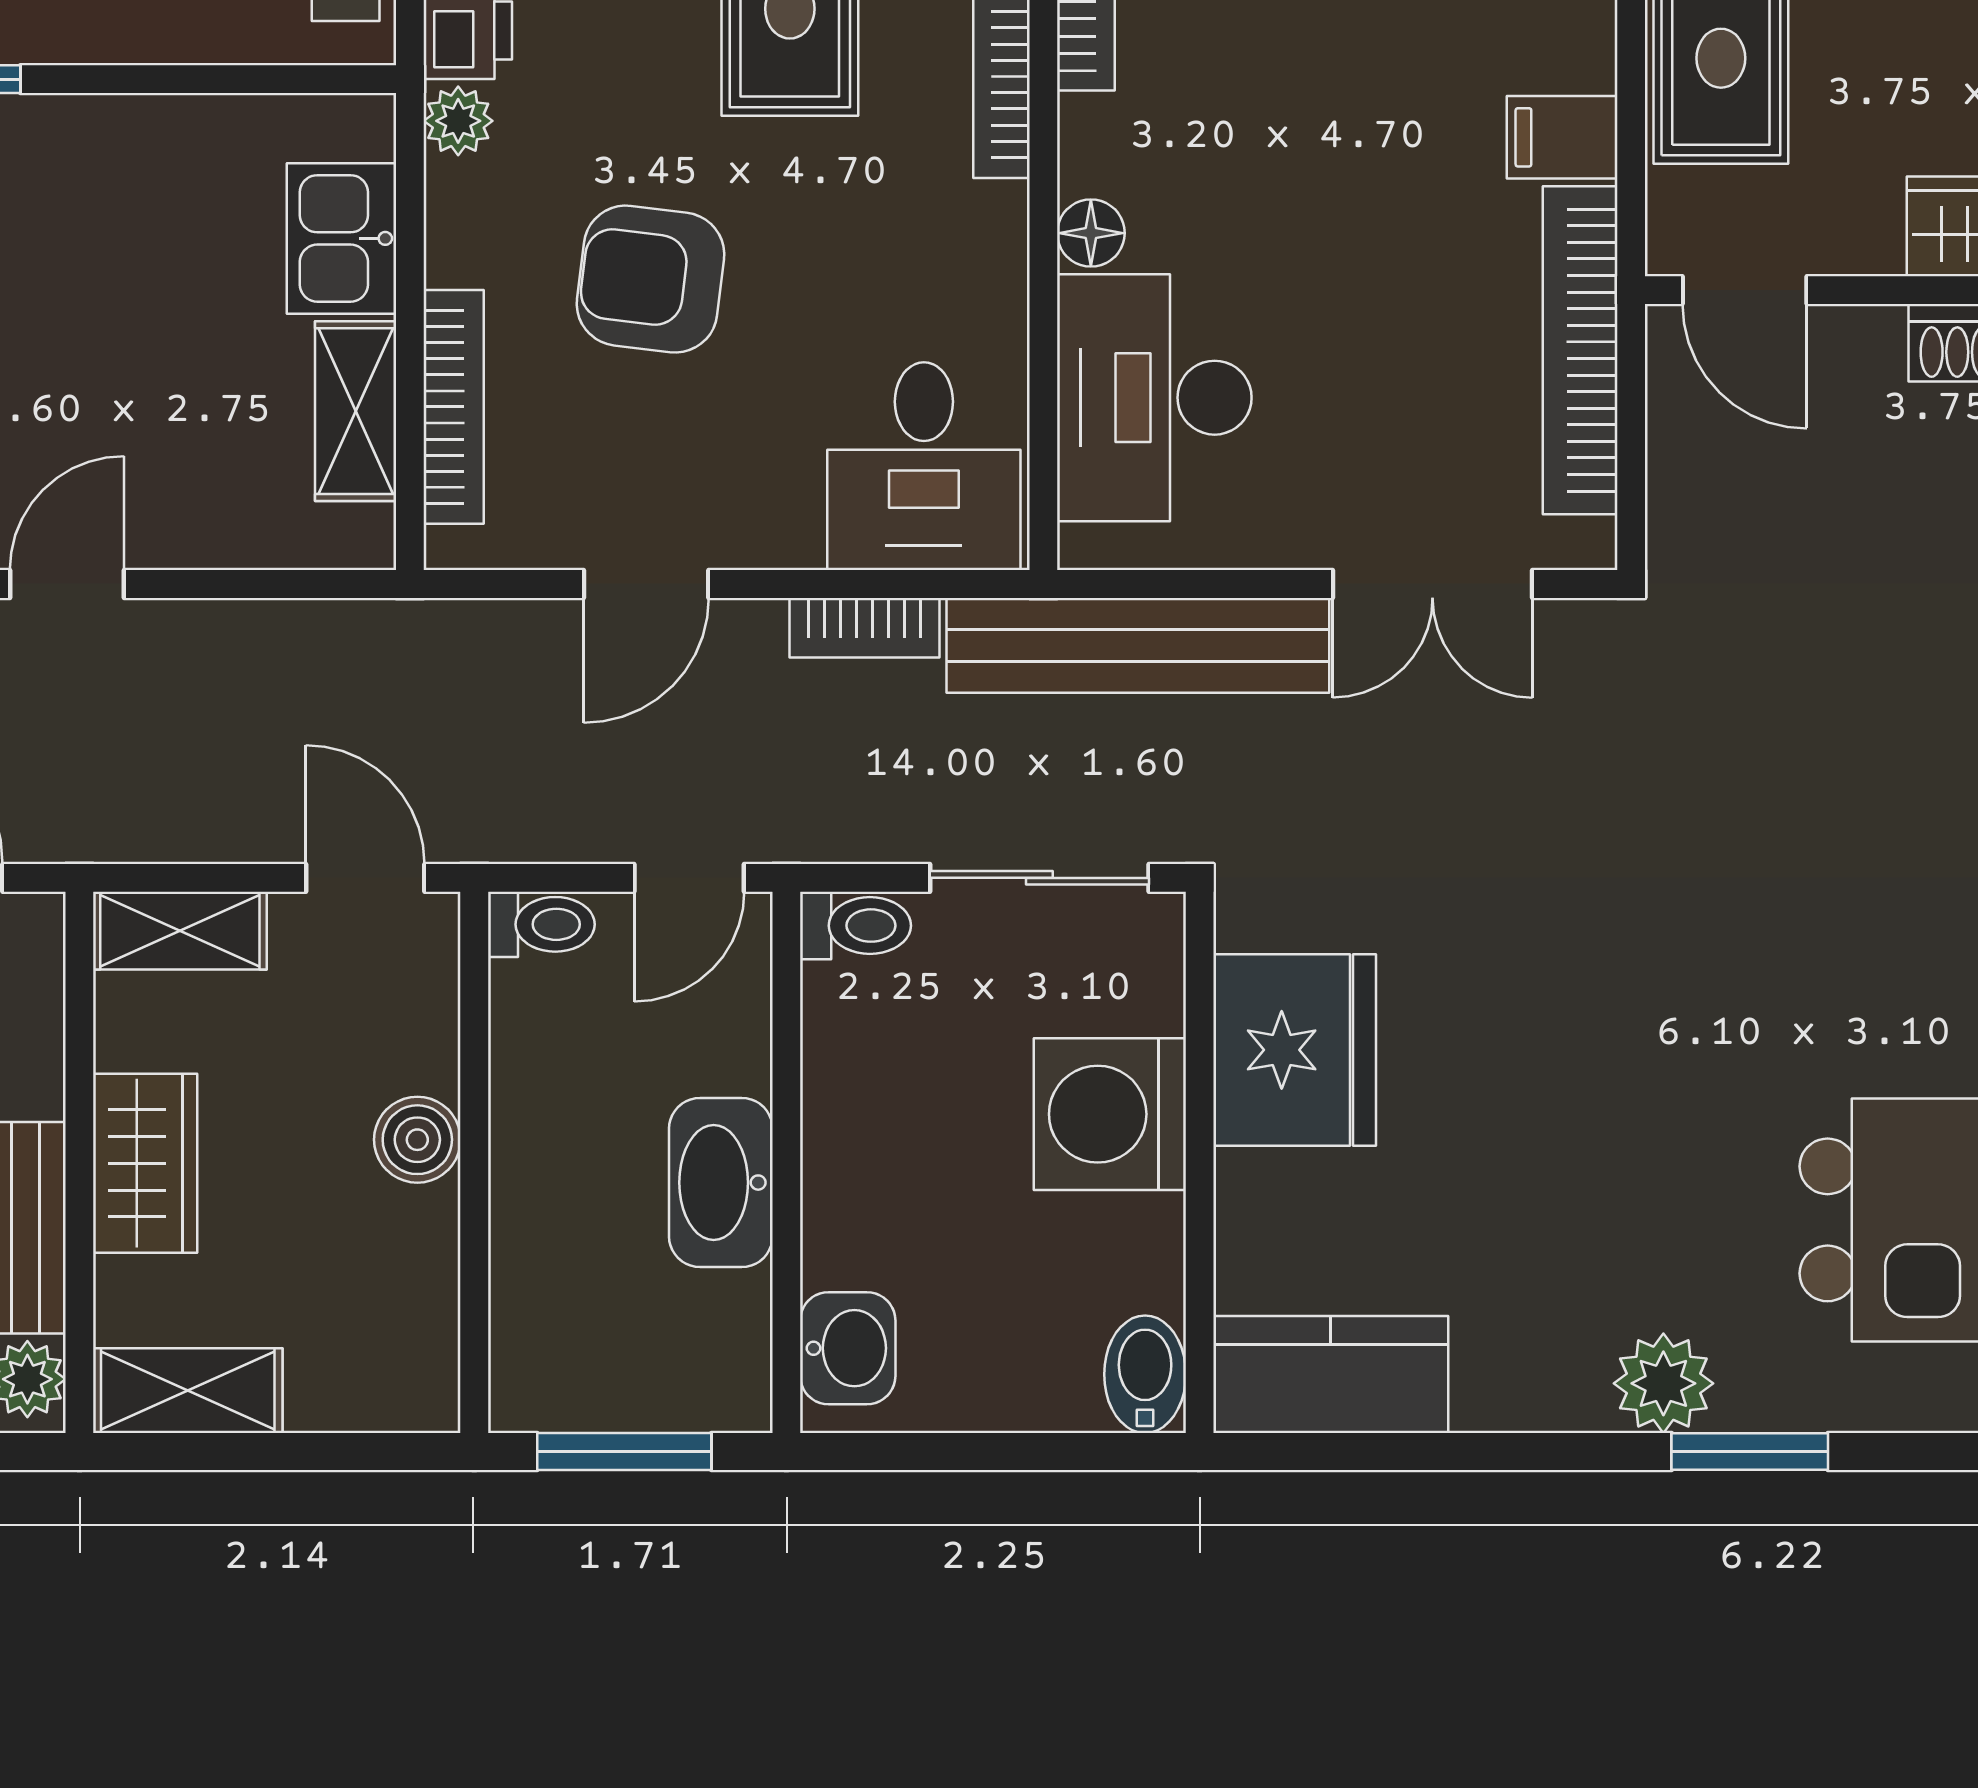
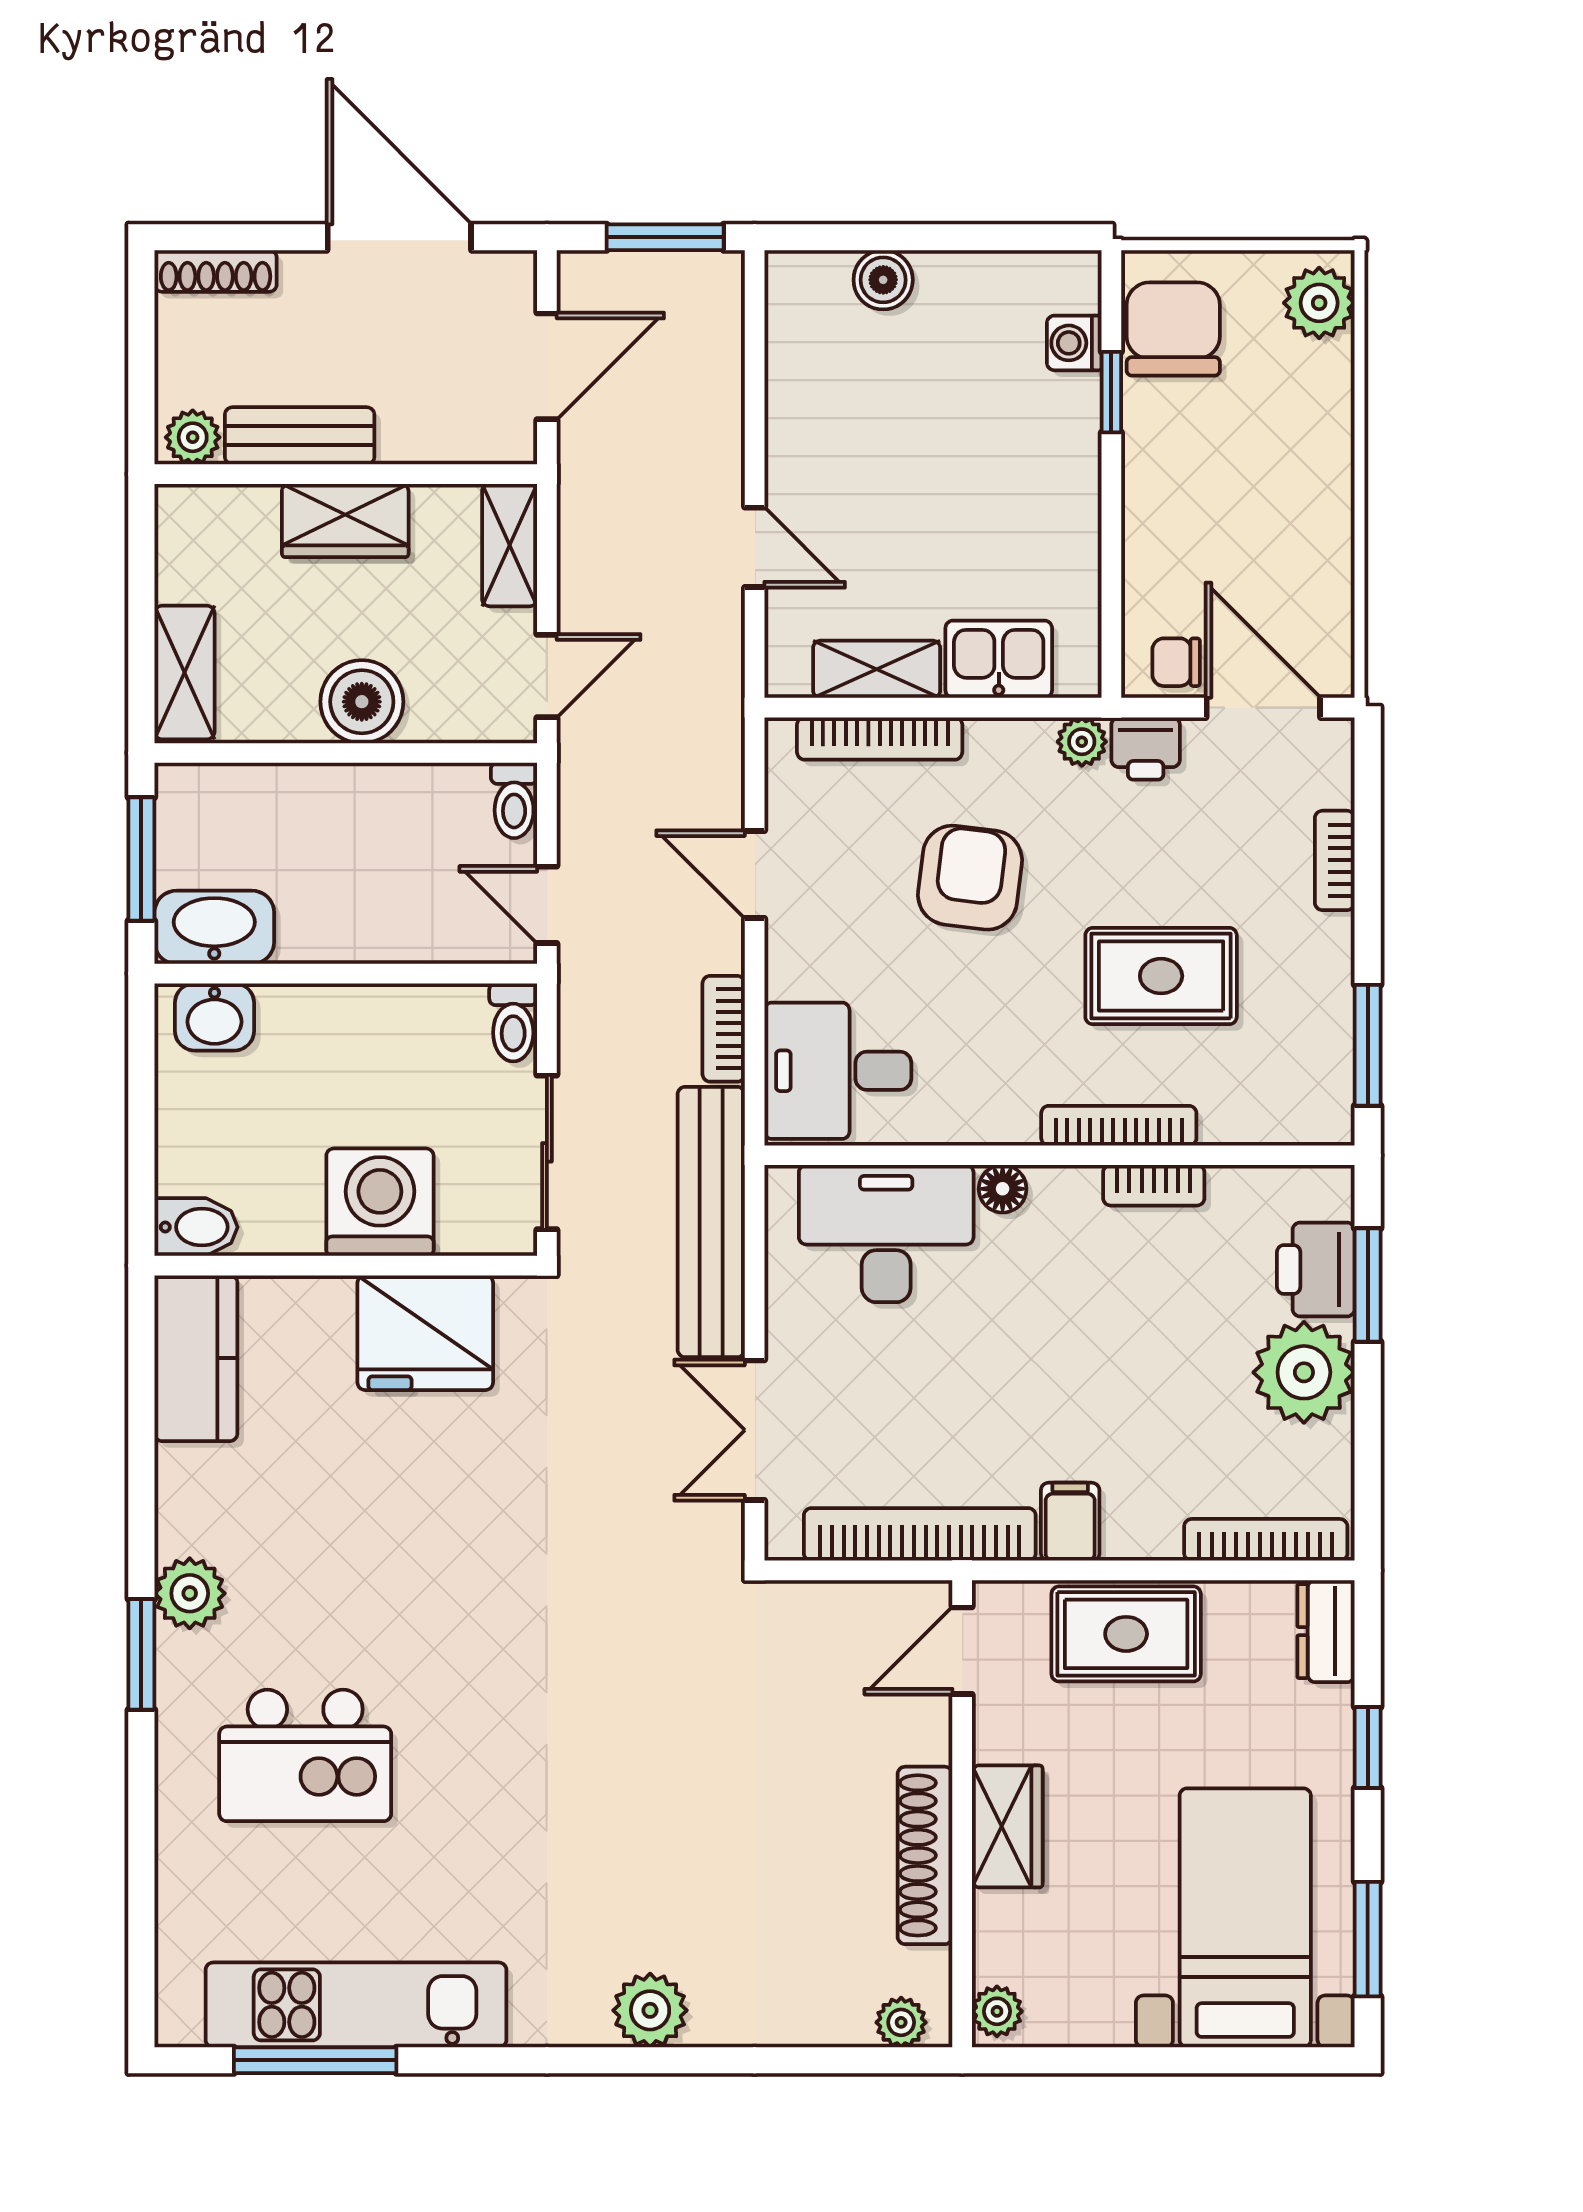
door: (67, 584) -> (755, 547), moved
boiler: (417, 1140) -> (362, 702), width x1.36, depth x1.36
washbasin: (721, 1183) -> (214, 927), moved
shelving: (188, 1391) -> (184, 673), moved

